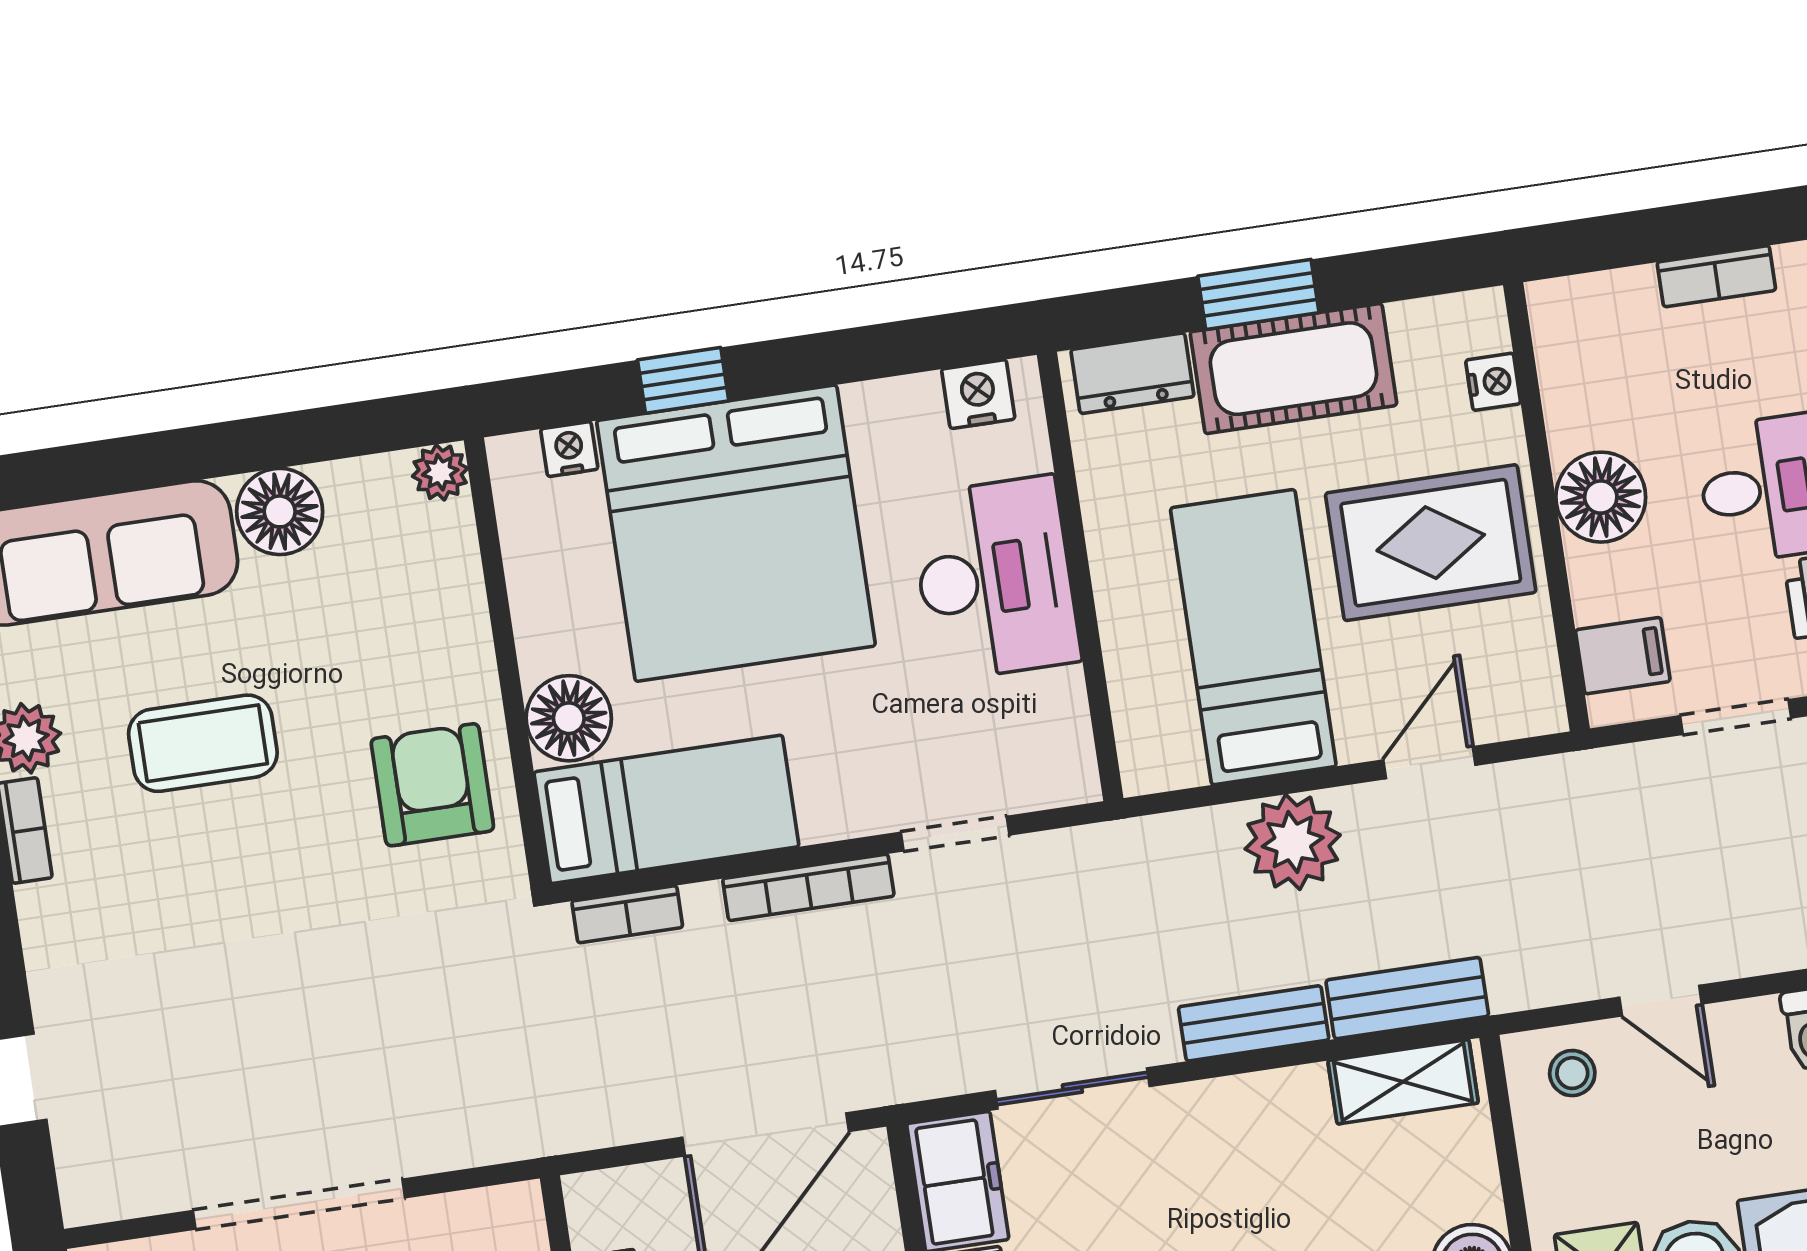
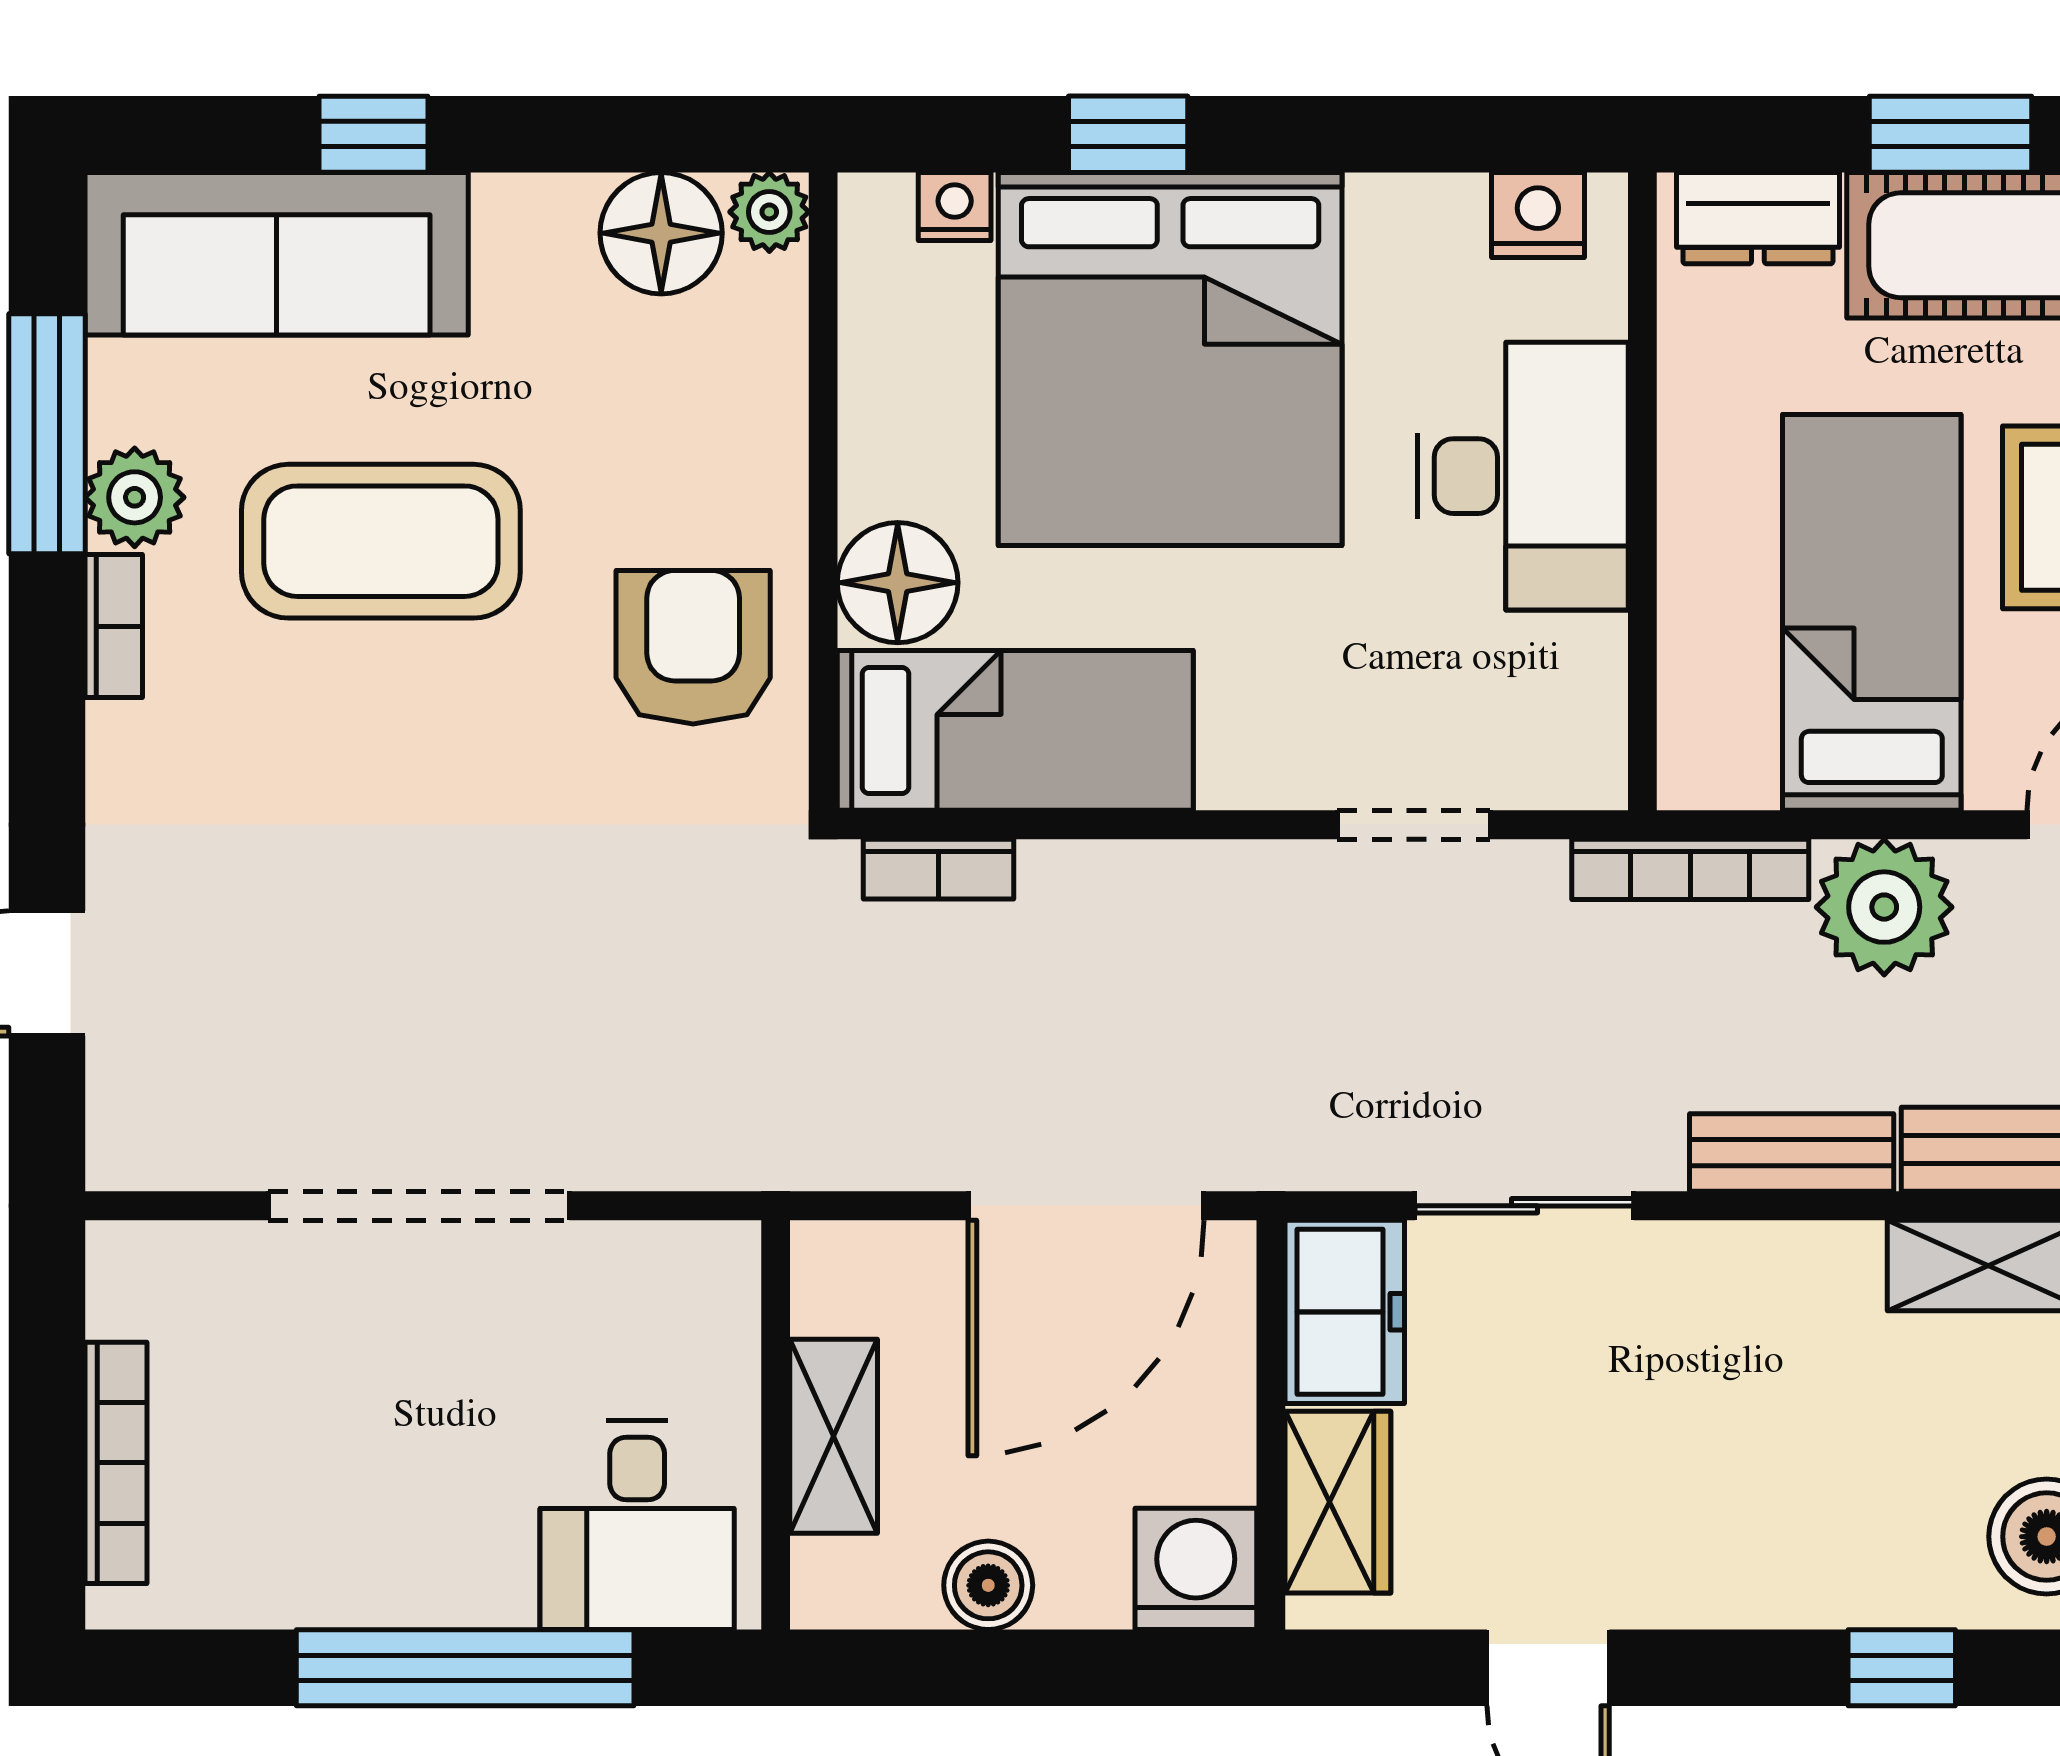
window: (155, 459) -> (374, 134), added
floor lamp: (280, 511) -> (661, 233), moved
coffee table: (203, 743) -> (381, 541), width x1.36, depth x1.32
bookcase: (808, 887) -> (1690, 869), moved

